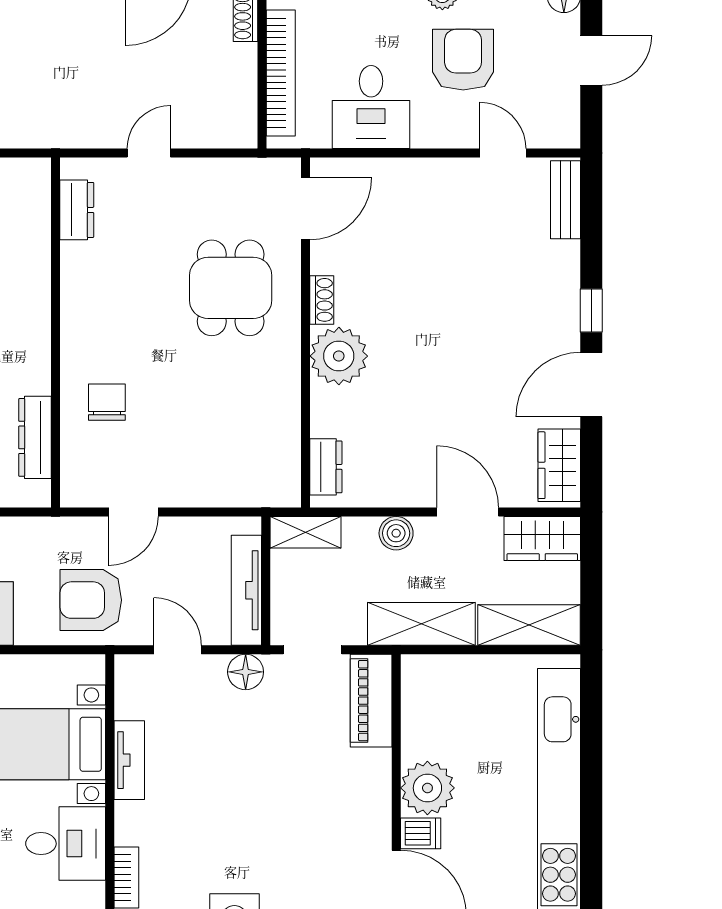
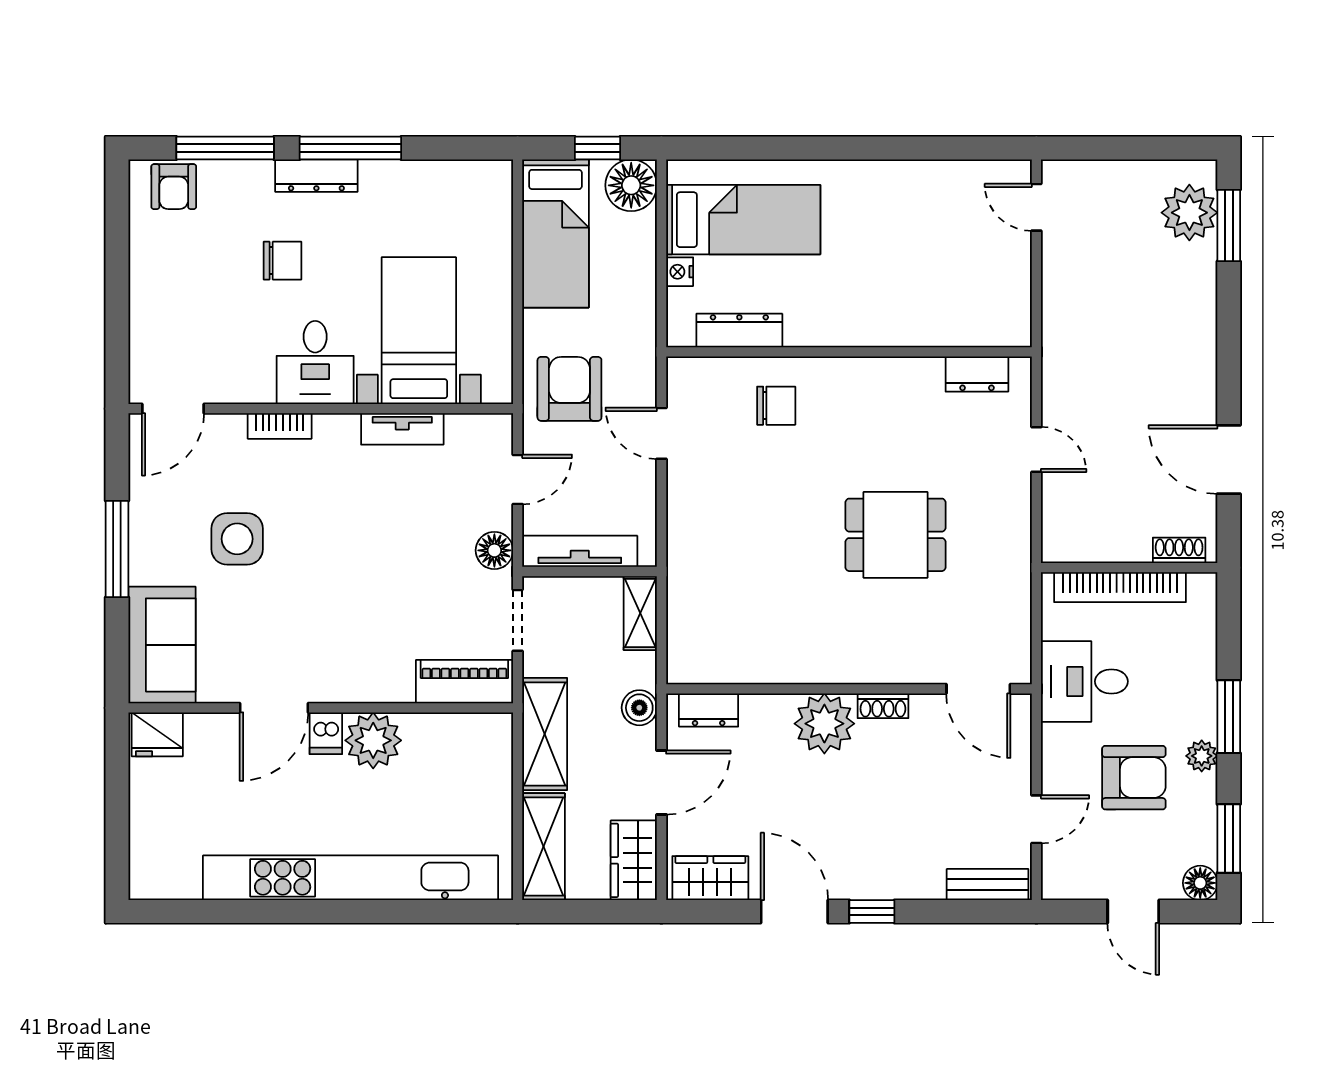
door: (306, 209) -> (978, 689), moved
shoe rack: (322, 300) -> (883, 706), moved
wall: (306, 332) -> (849, 689), moved
plant: (339, 356) -> (824, 724), moved
dresser: (326, 467) -> (709, 710), moved

